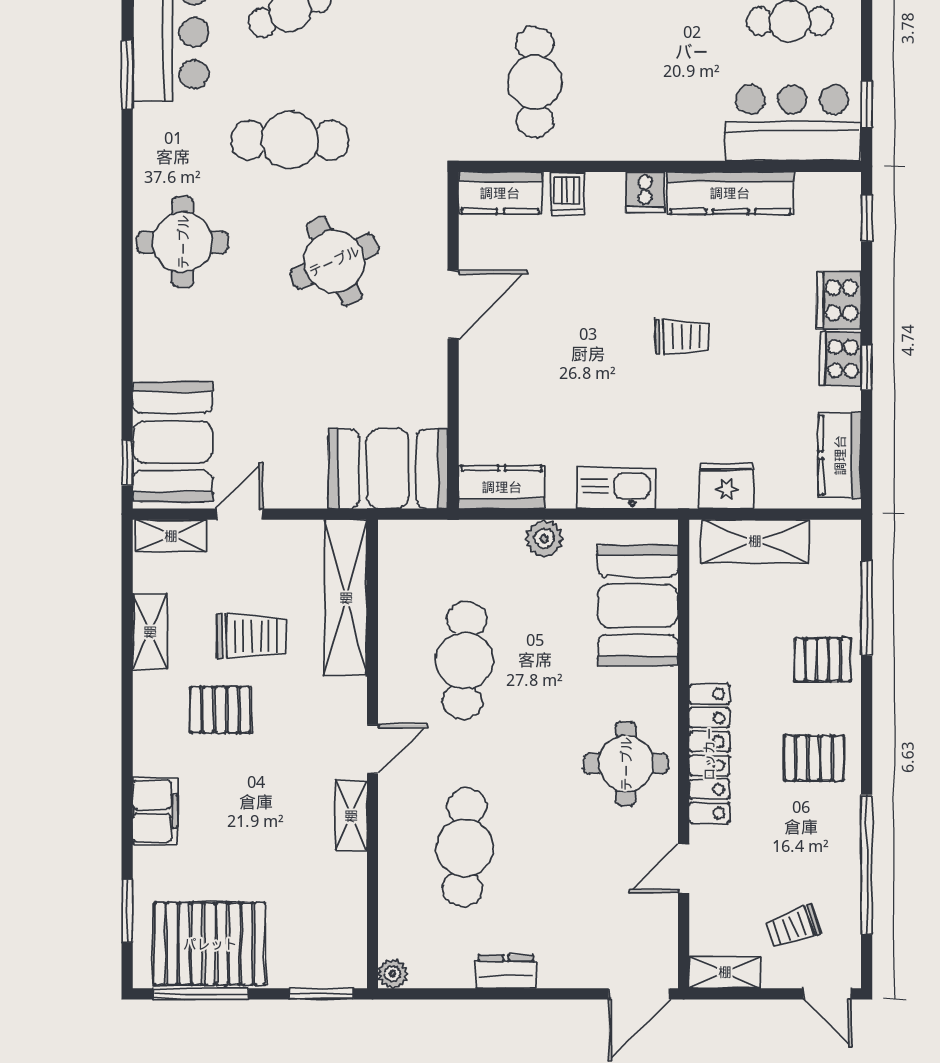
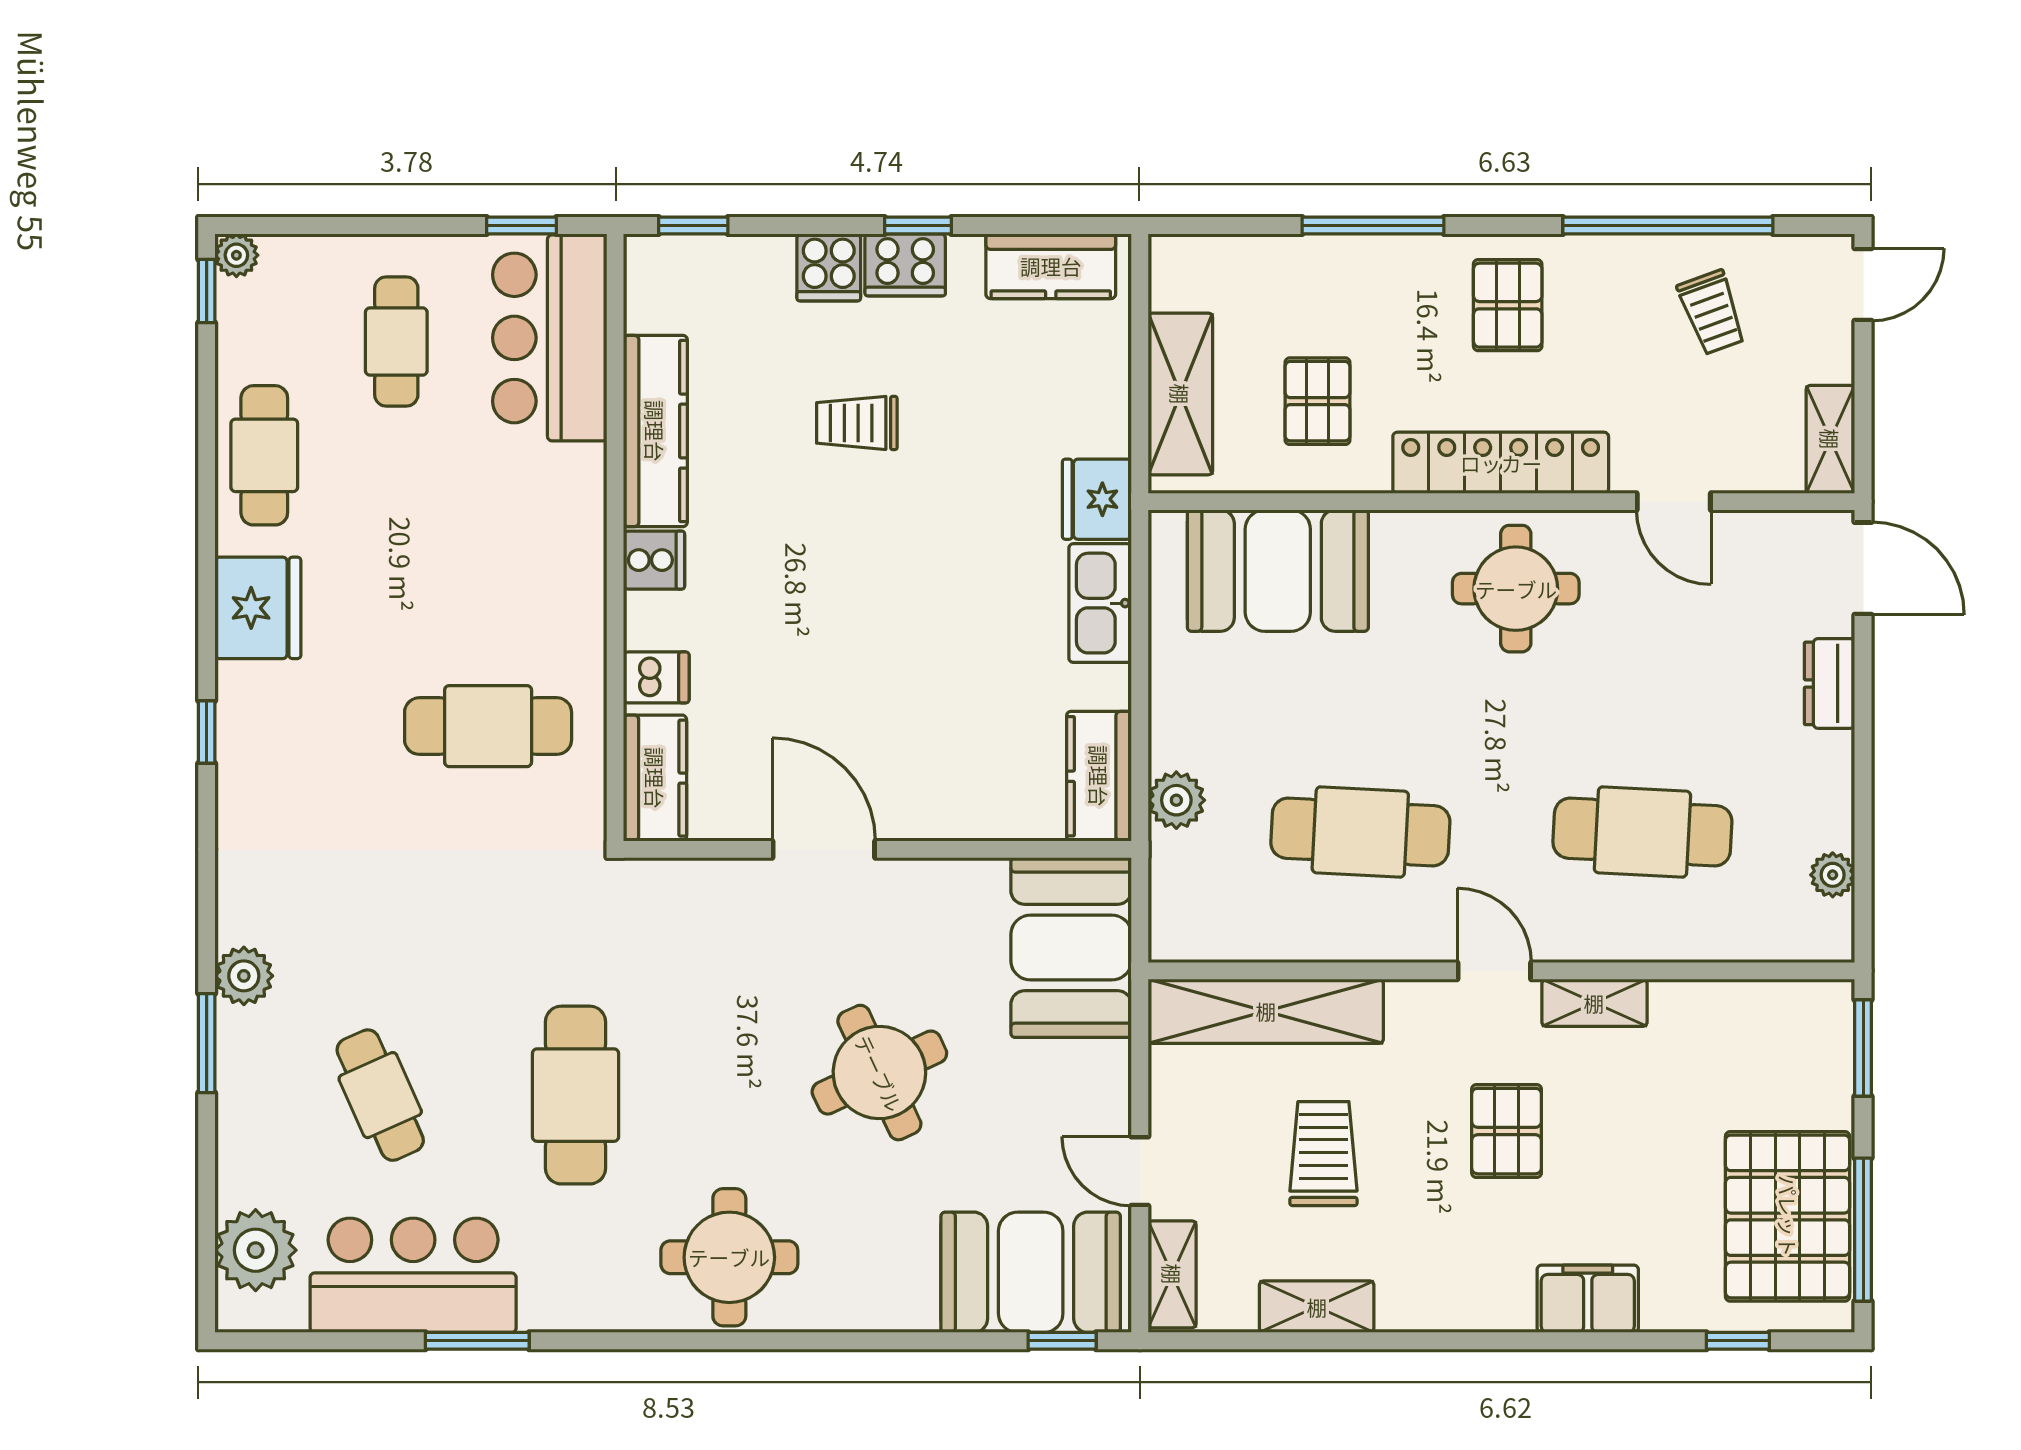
round table: (334, 261) -> (879, 1073), moved
cooker: (839, 300) -> (829, 267), width x0.73
trolley: (682, 337) -> (857, 423), moved, turned -90
fridge: (727, 486) -> (1097, 499), moved
plant: (544, 538) -> (1176, 800), moved
window: (867, 608) -> (1373, 225), moved
pallet: (823, 660) -> (1317, 401), moved
pallet: (221, 710) -> (1507, 1131), moved
window: (127, 911) -> (1738, 1341), width x0.67
trolley: (793, 927) -> (1712, 312), moved
dresser: (506, 972) -> (1830, 683), moved
plant: (393, 974) -> (1833, 875), moved

